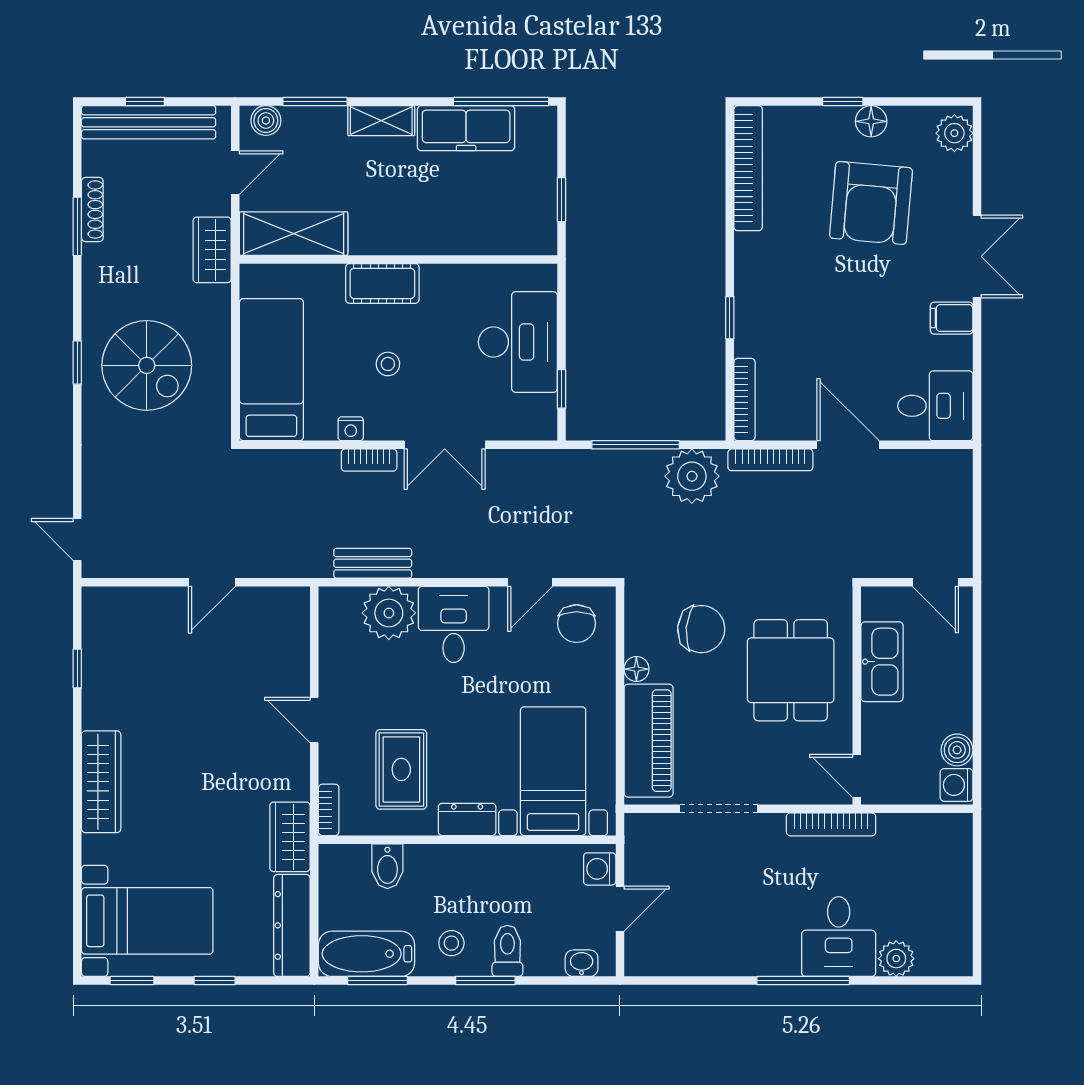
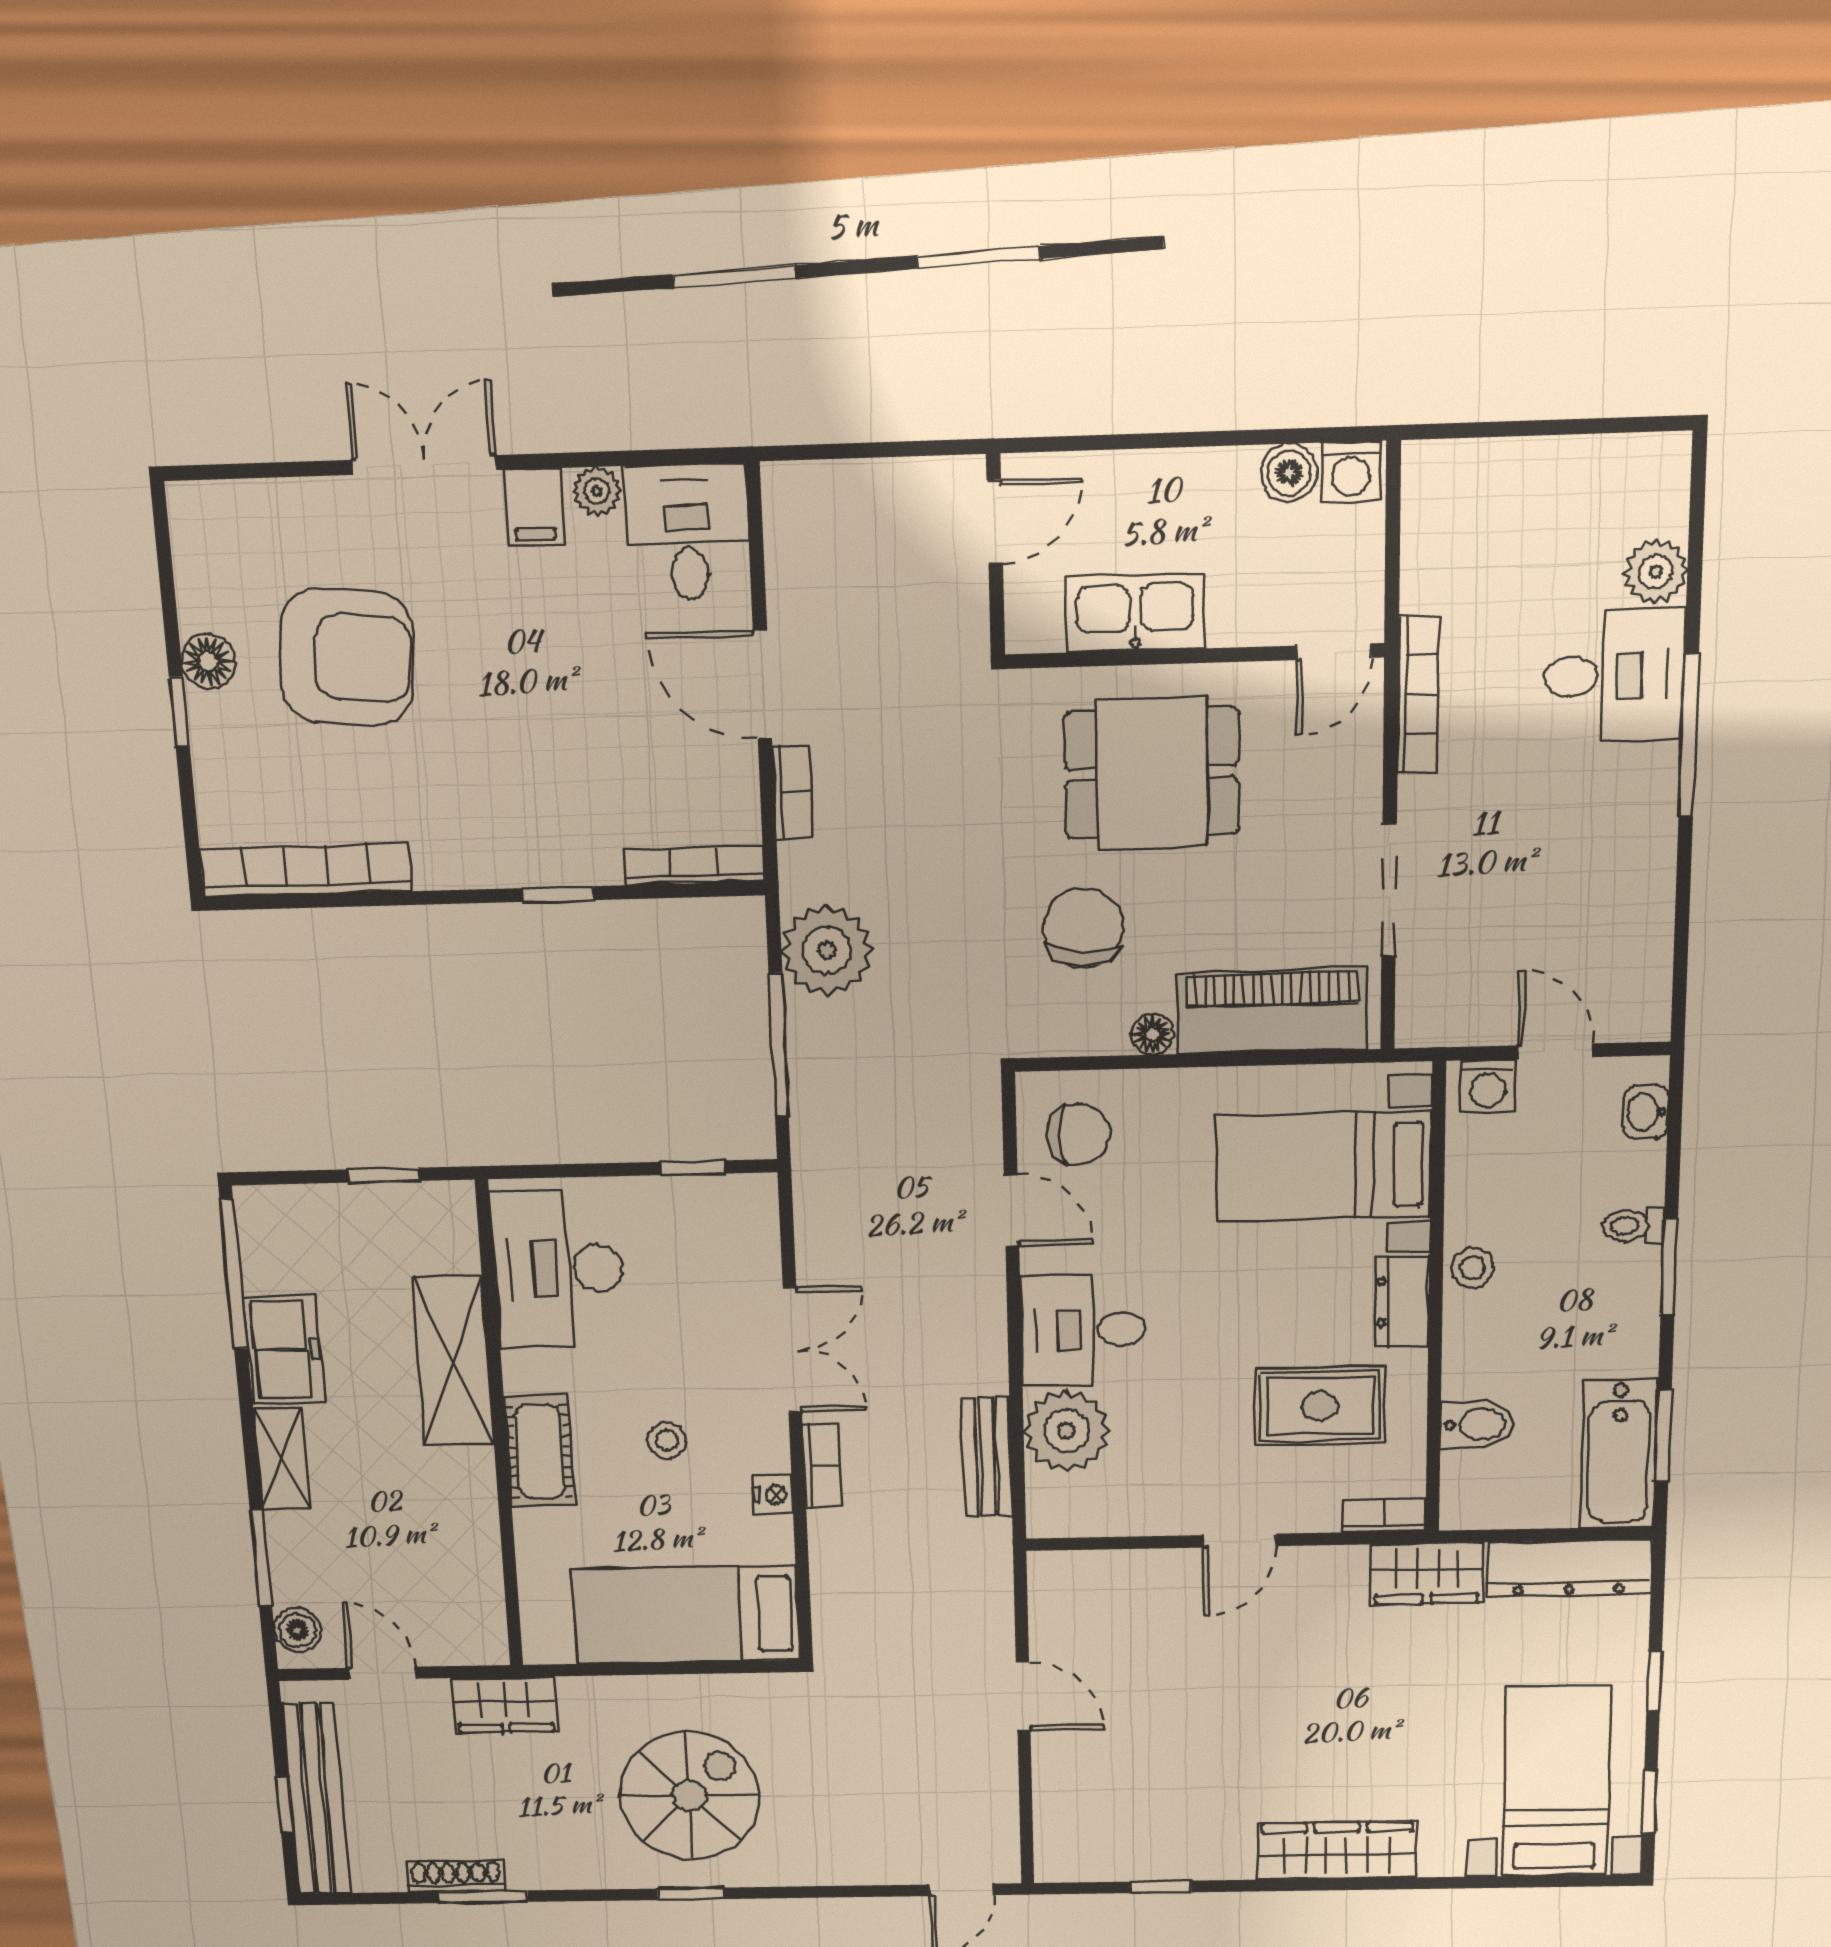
freezer: (466, 128) -> (283, 1350), width x0.71
plant: (954, 133) -> (597, 491), moved, width x0.73, depth x0.73
shelving: (294, 234) -> (453, 1361), moved
desk: (518, 342) -> (558, 1269), moved, turned -90
door: (848, 445) -> (762, 685), hinge flipped
bookcase: (770, 460) -> (793, 792), width x0.64
stool: (451, 943) -> (1473, 1268), moved
toilet: (507, 951) -> (1633, 1226), width x0.73, depth x0.72

